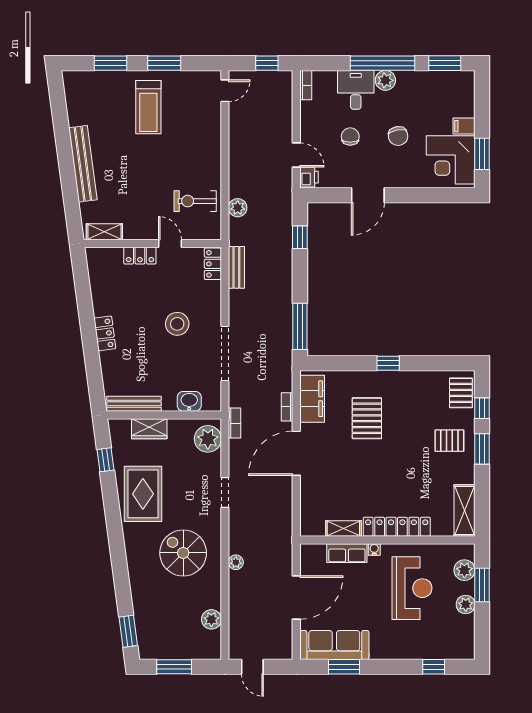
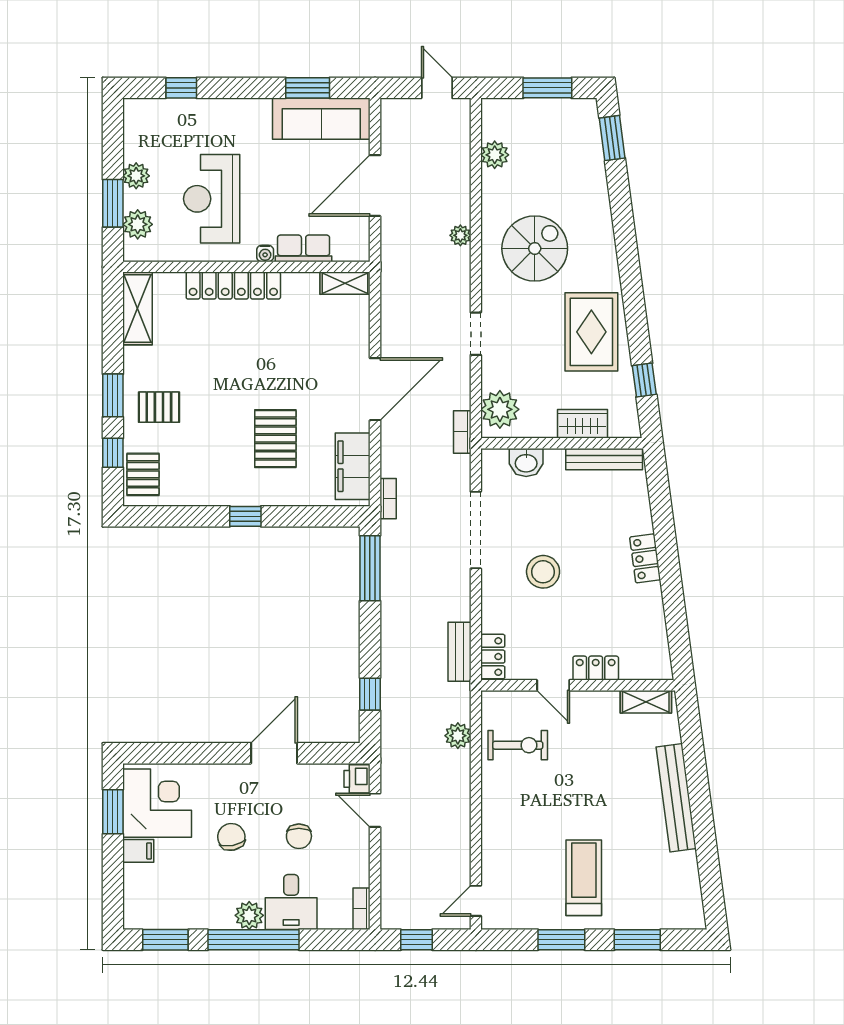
bookcase: (287, 407) -> (388, 499), moved
shelving: (343, 528) -> (345, 283), moved
spiral stairs: (183, 553) -> (535, 248), turned -90

